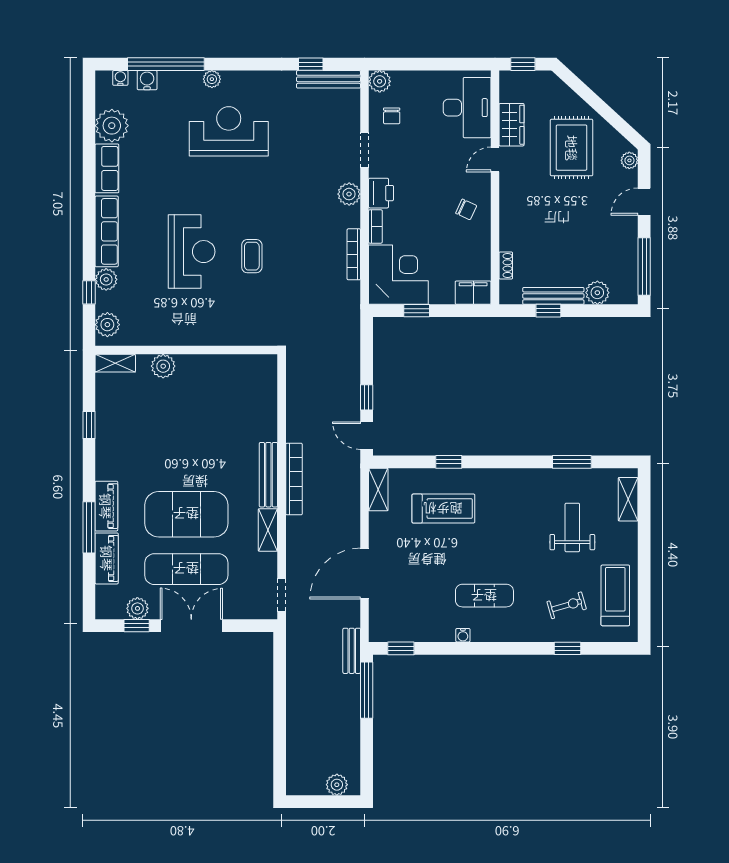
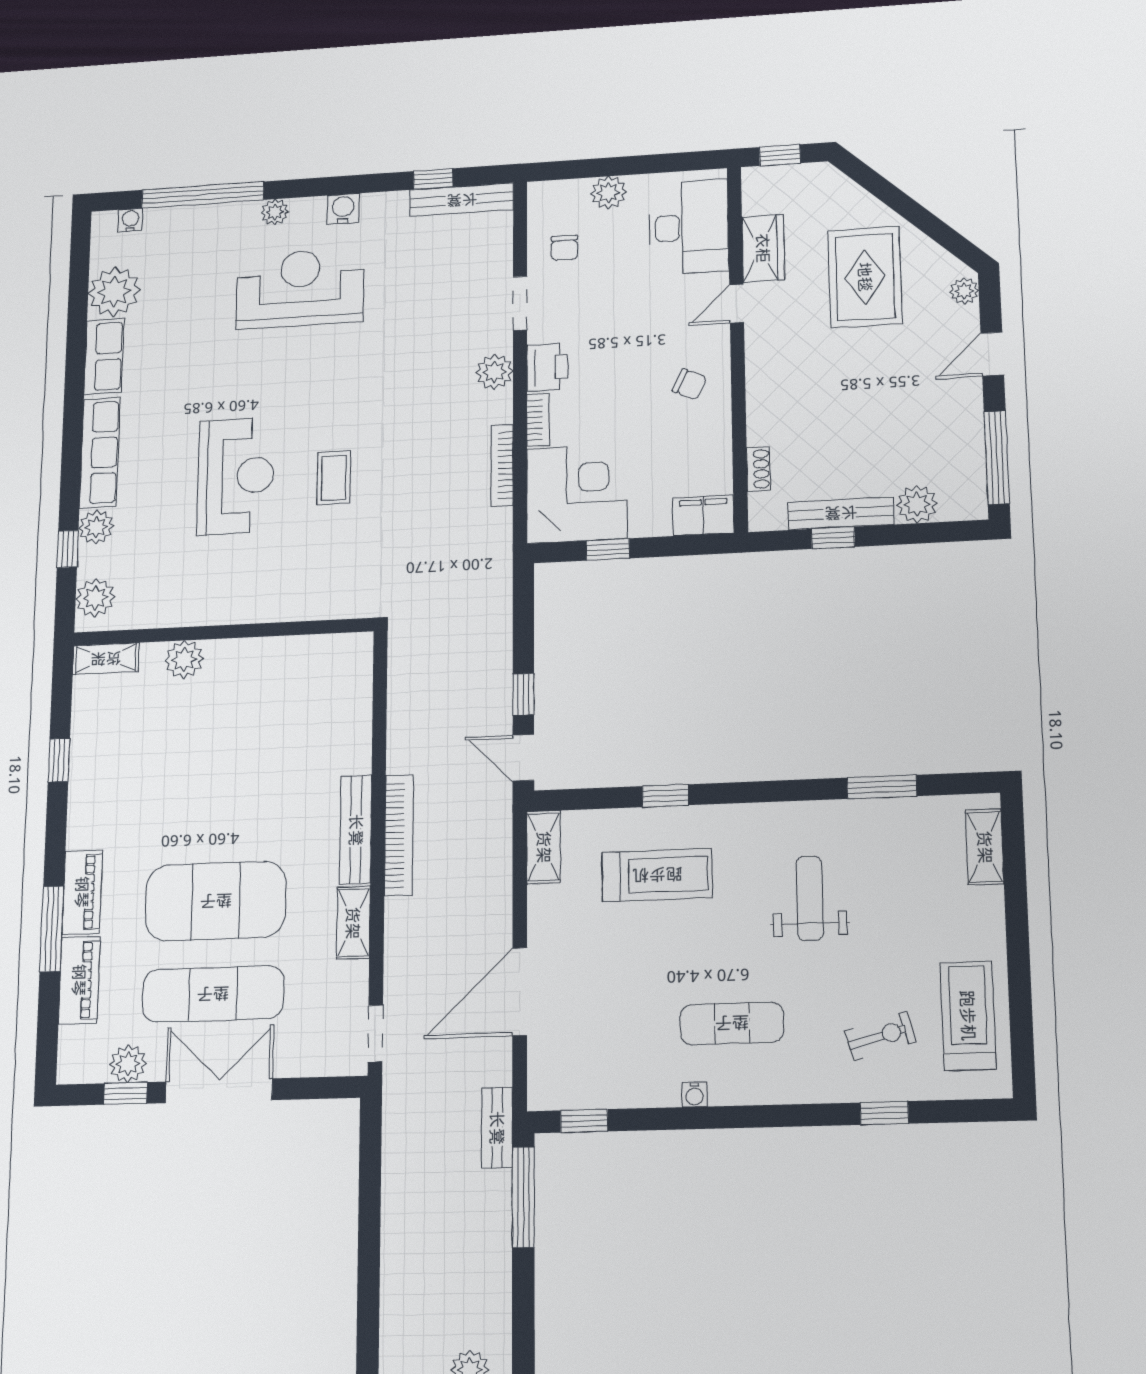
water cooler: (147, 80) -> (343, 209), moved
plant: (380, 81) -> (608, 193), moved
weight bench: (572, 527) -> (810, 898), moved

